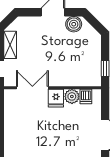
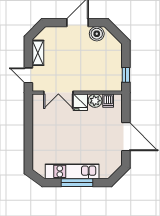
double door: (32, 88) -> (58, 93), swing flipped

